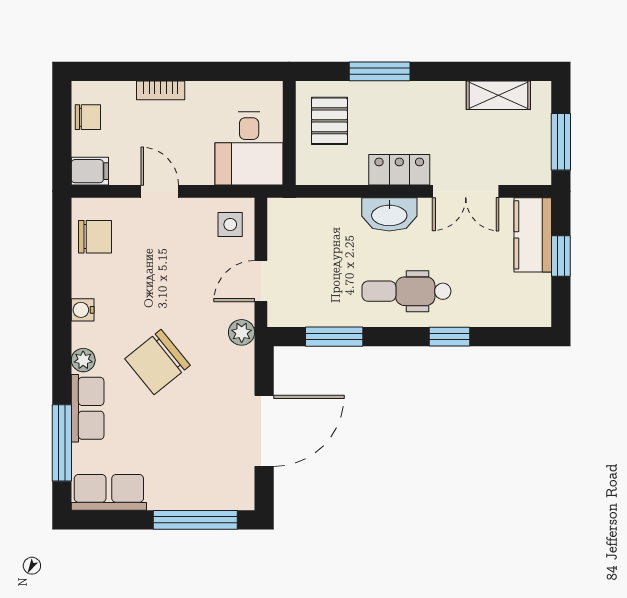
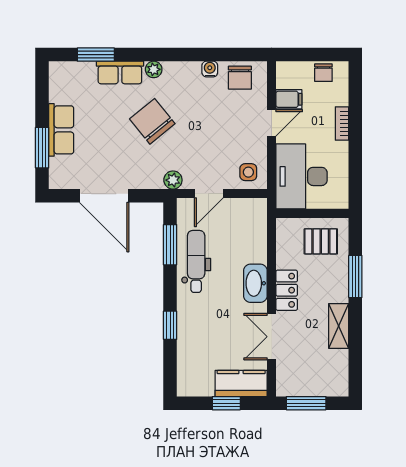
shelving: (498, 95) -> (339, 326), moved
desk: (249, 148) -> (302, 176), width x1.37
filing cabinet: (90, 171) -> (289, 99), moved, turned -90
door: (261, 281) -> (209, 194), swing flipped
dental chair: (406, 291) -> (196, 261), moved
water cooler: (83, 310) -> (210, 69), moved
window: (62, 443) -> (96, 55), width x0.69
row of seats: (109, 492) -> (61, 130), moved
window: (195, 520) -> (42, 148), width x0.69

